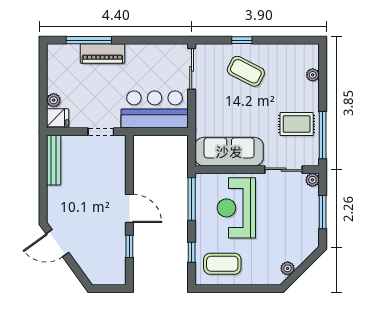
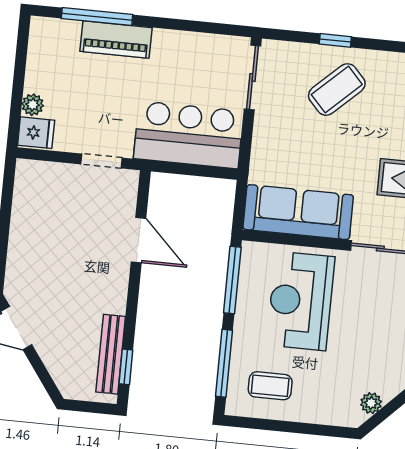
coffee table: (246, 71) -> (337, 90), turned -70
bench: (54, 160) -> (111, 354), moved
door: (129, 208) -> (139, 240), moved
window: (129, 246) -> (126, 367), moved
window: (192, 252) -> (224, 363), width x2.17
coffee table: (222, 264) -> (270, 386), width x0.73, depth x0.77

